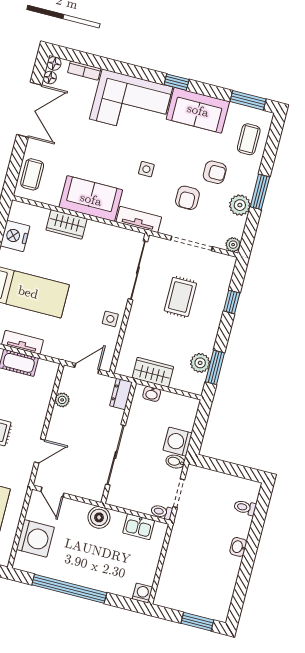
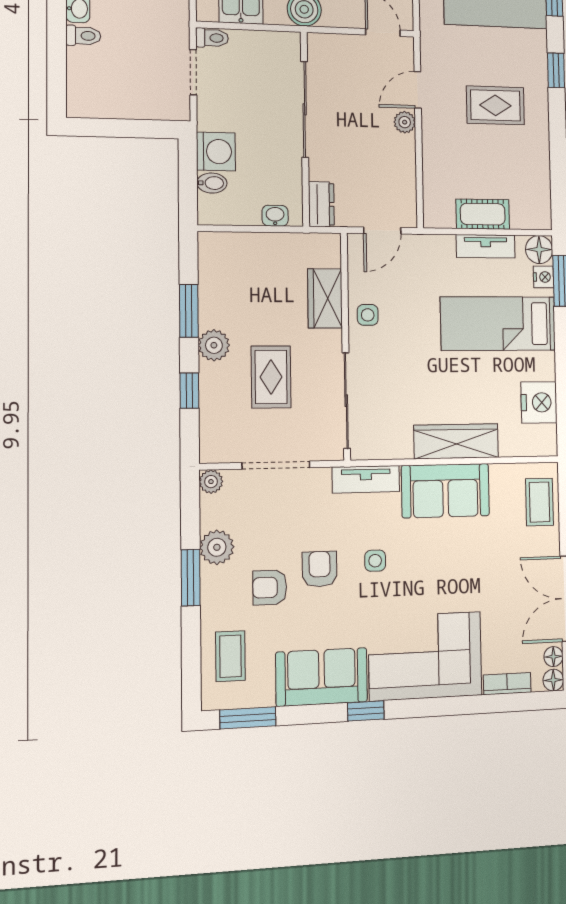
armchair: (187, 198) -> (320, 569), moved
wardrobe: (67, 224) -> (456, 441), width x1.50
plant: (200, 363) -> (214, 345), moved
window: (215, 367) -> (189, 311), moved
wardrobe: (153, 372) -> (325, 298), moved, turned 90
plant: (62, 400) -> (405, 122), moved
bidet: (175, 462) -> (212, 183), moved
toilet: (245, 508) -> (83, 36), moved

